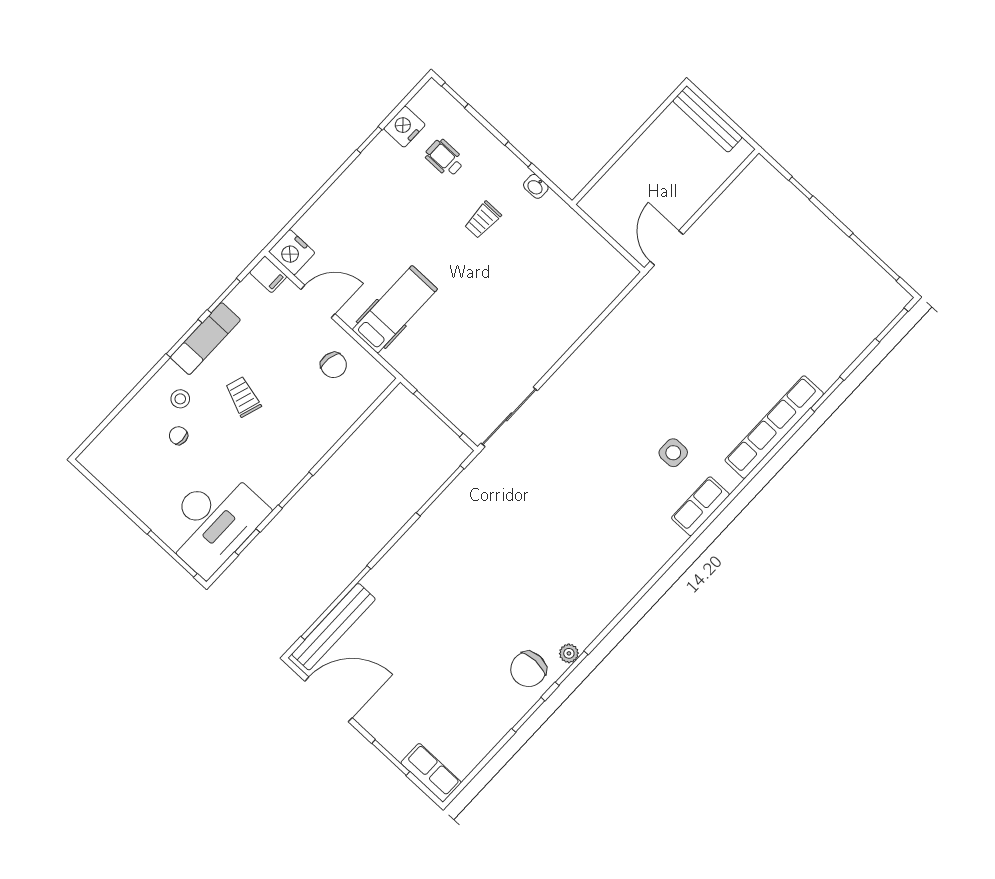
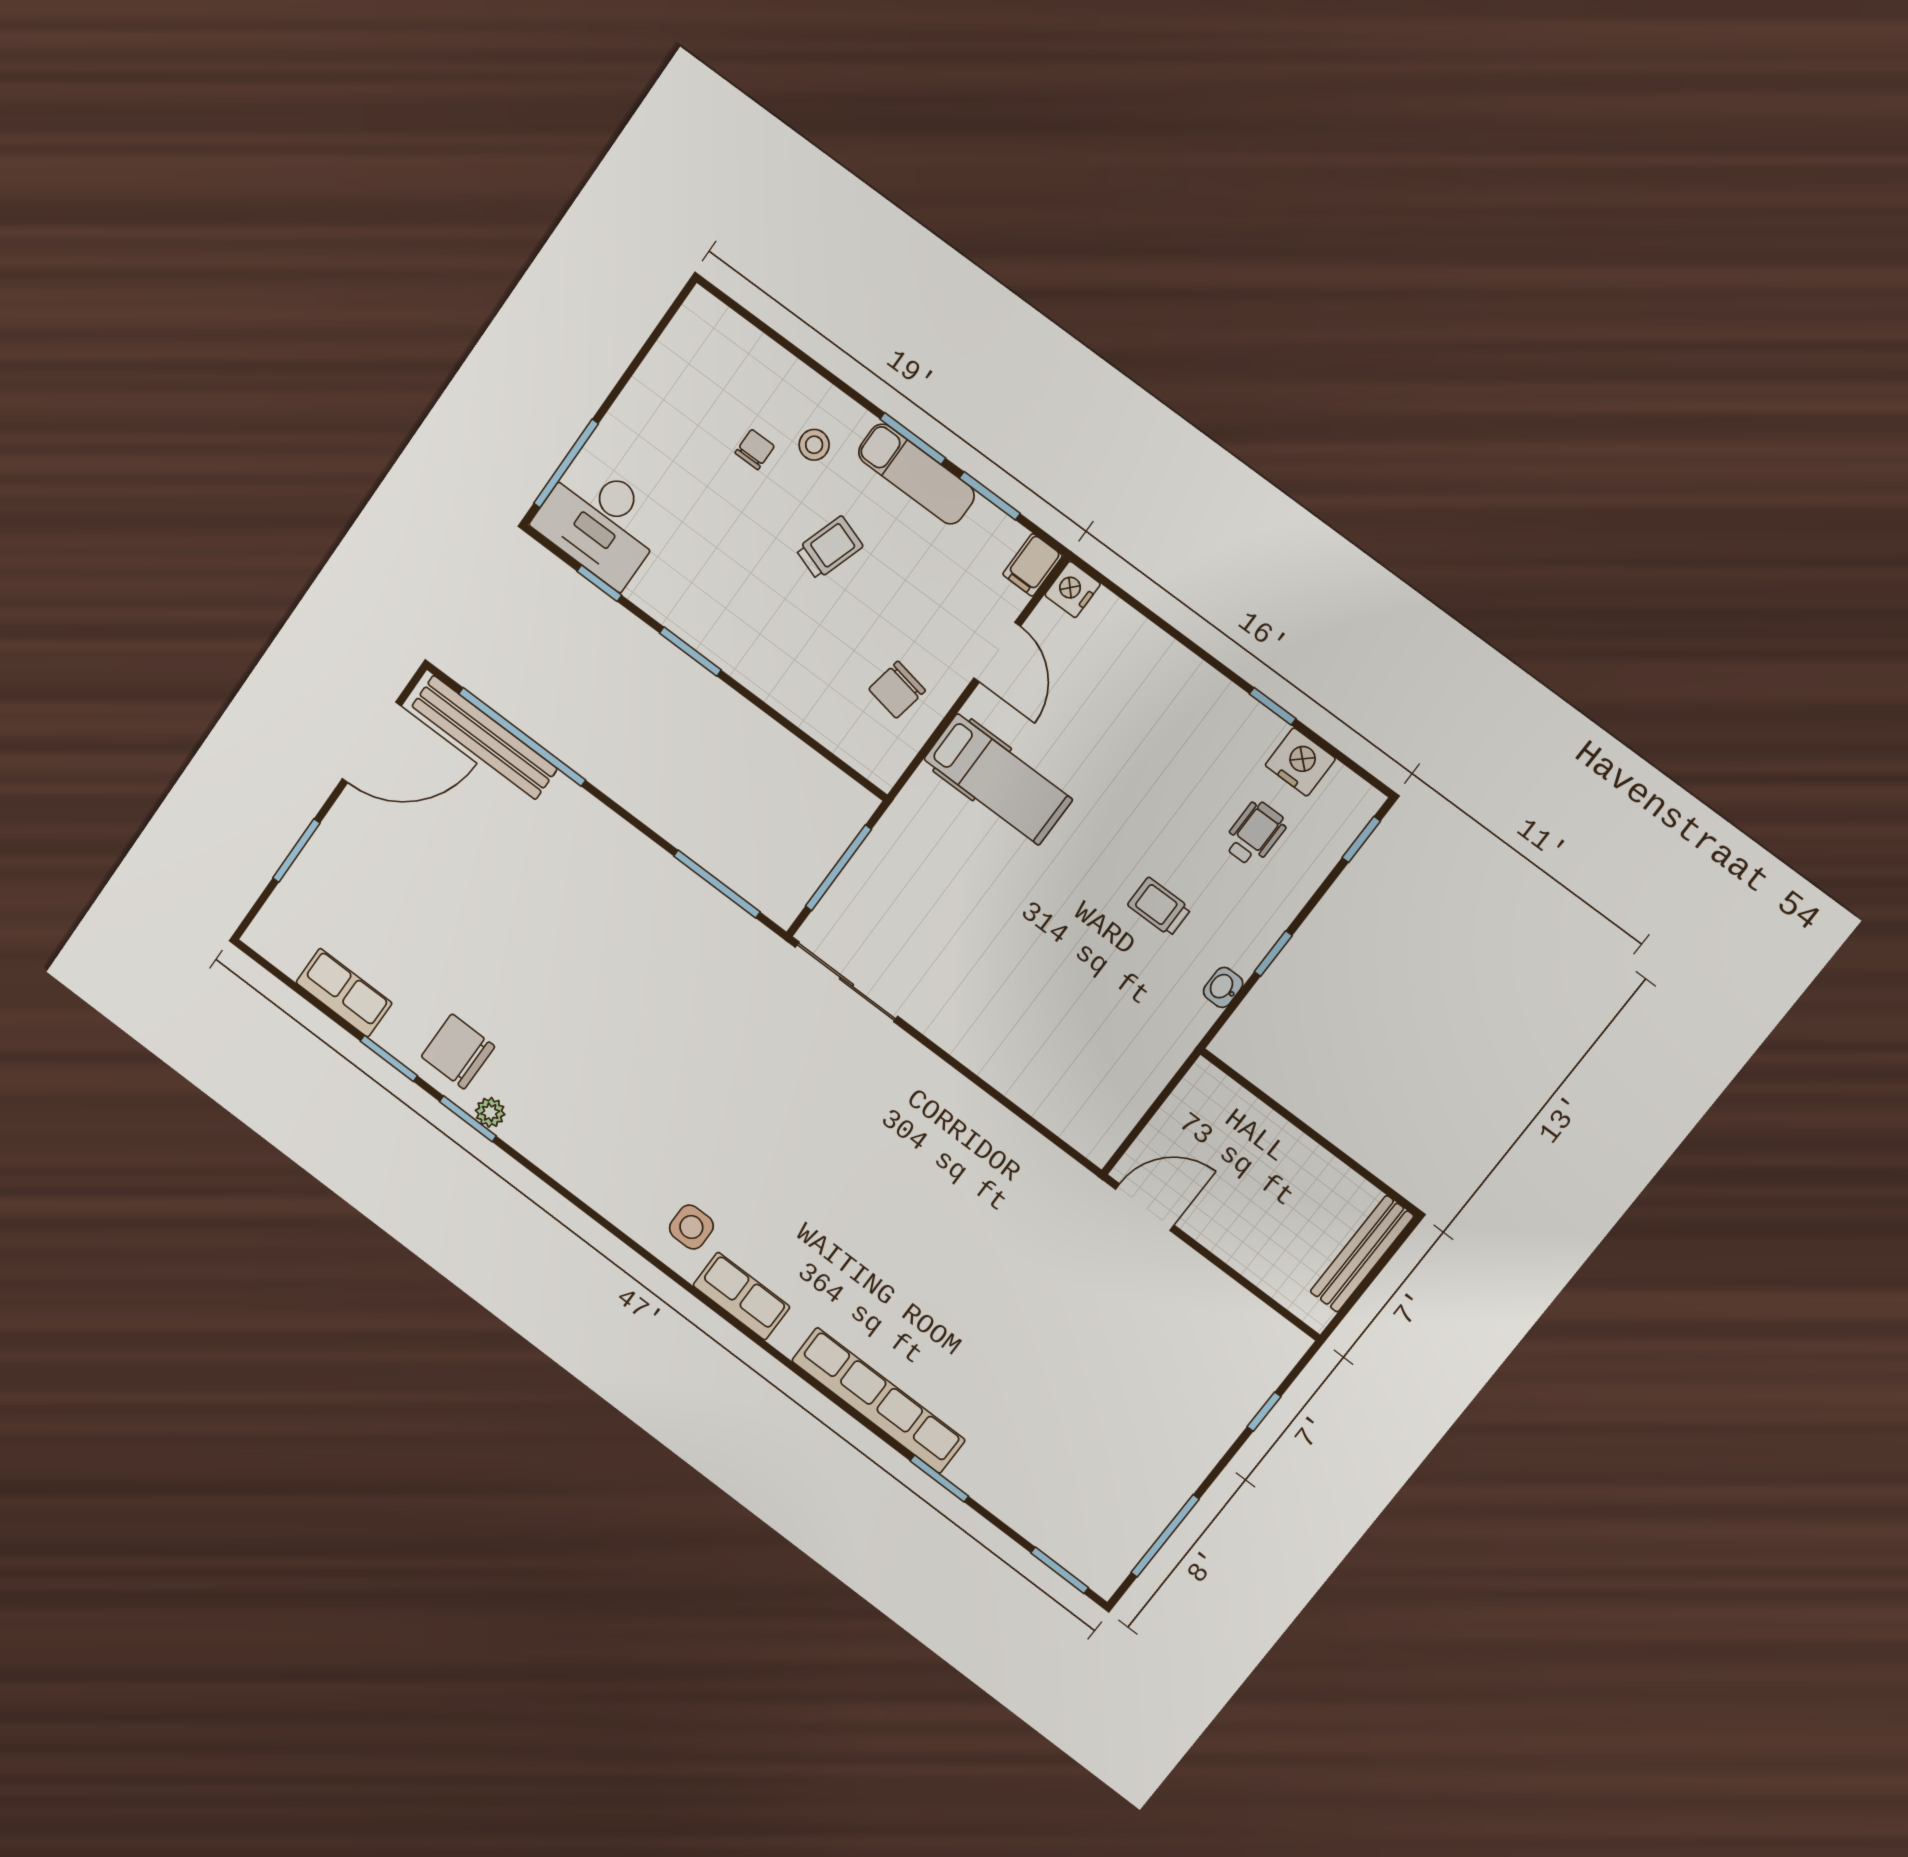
nightstand: (292, 252) -> (1073, 589), width x0.74, depth x0.75
side table: (673, 453) -> (691, 1227), moved
desk: (213, 521) -> (600, 522), width x0.73, depth x0.77
door: (328, 699) -> (372, 742), hinge flipped
row of seats: (431, 773) -> (344, 993), moved, turned -90

